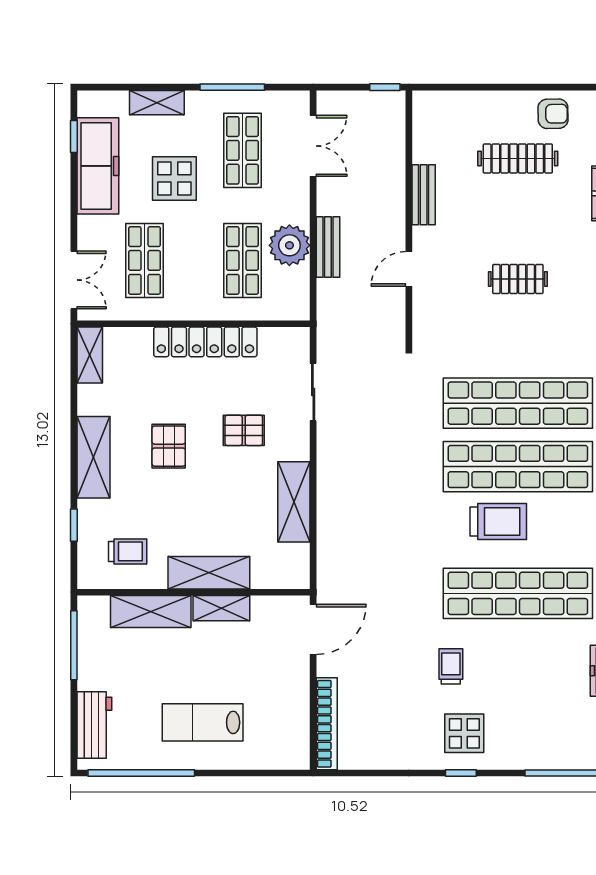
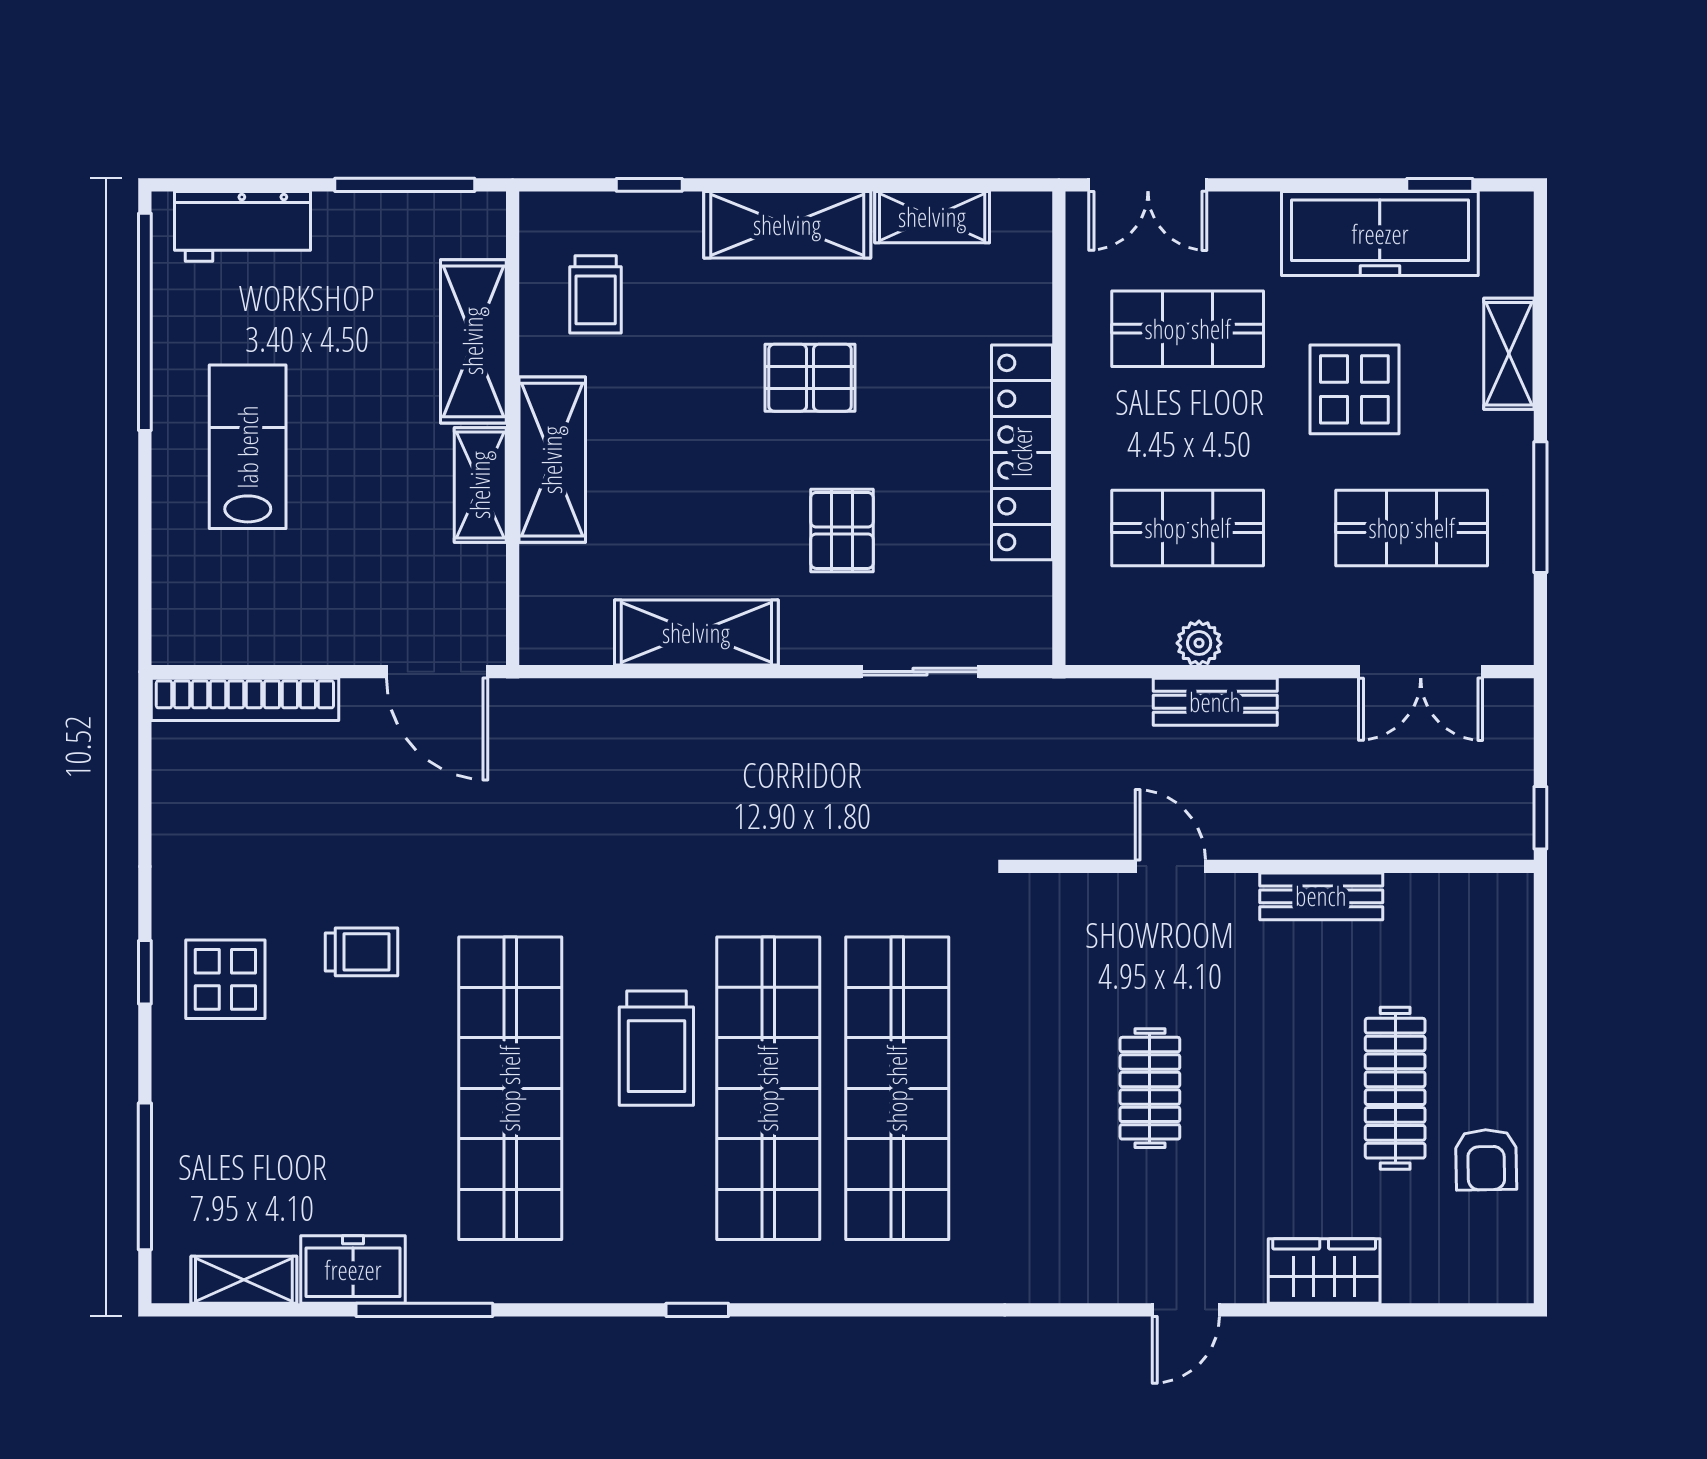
plant: (289, 245) -> (1199, 643), width x0.53, depth x0.53
shelving: (90, 355) -> (932, 217), moved

